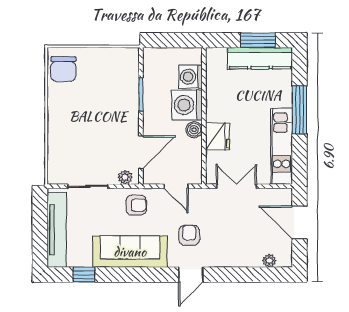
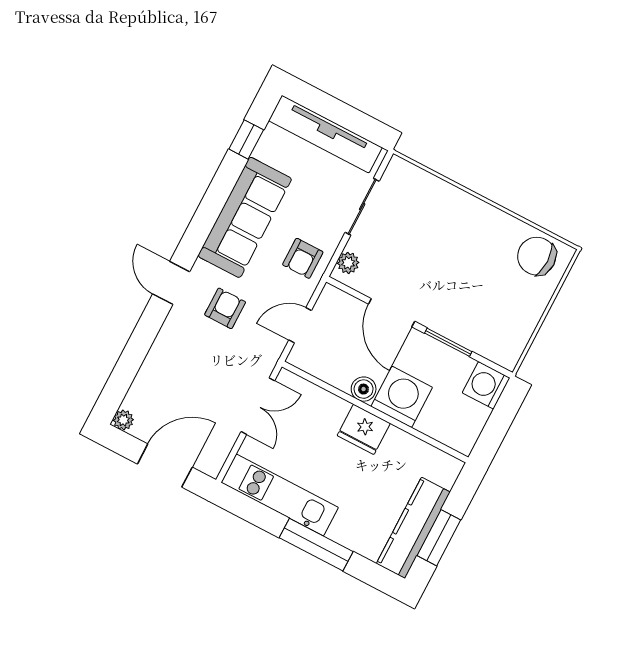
washing machine: (190, 77) -> (486, 385), moved, turned -90
fridge: (218, 137) -> (364, 429), moved
door: (141, 152) -> (392, 313), moved
armchair: (189, 235) -> (225, 308), turned -90
plant: (269, 261) -> (123, 420), moved

